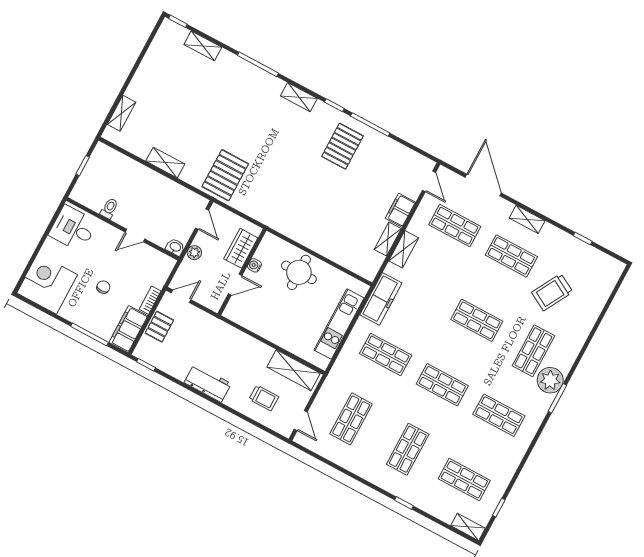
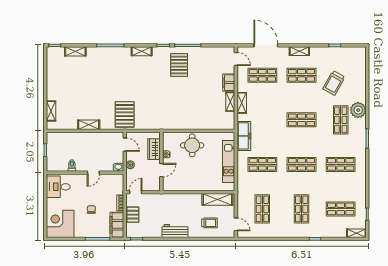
plant: (550, 380) -> (358, 110), moved

